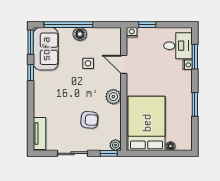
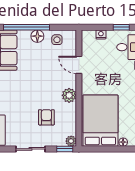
window: (147, 25) -> (121, 27), moved
nightstand: (132, 32) -> (101, 34), moved
side table: (88, 63) -> (57, 40), moved
armchair: (89, 120) -> (46, 117), turned -94

